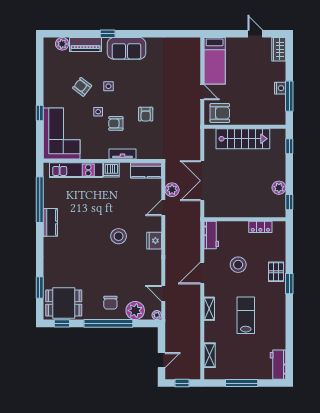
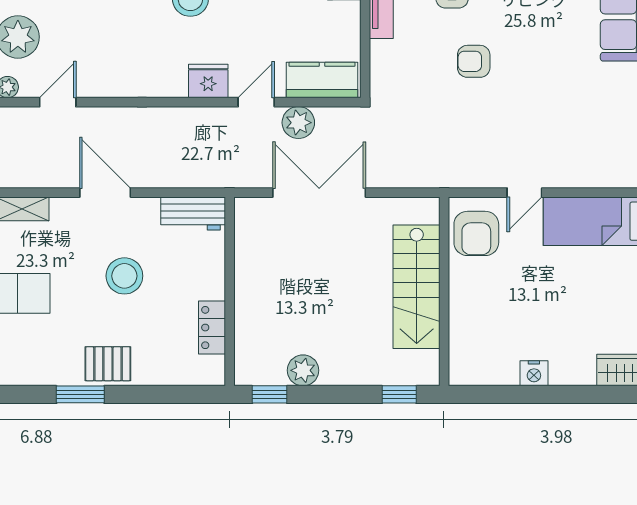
window: (289, 96) -> (516, 394), removed
kitchen counter: (146, 170) -> (322, 80), moved, turned 90
door: (163, 208) -> (256, 102), hinge flipped
fridge: (154, 241) -> (208, 81), moved

